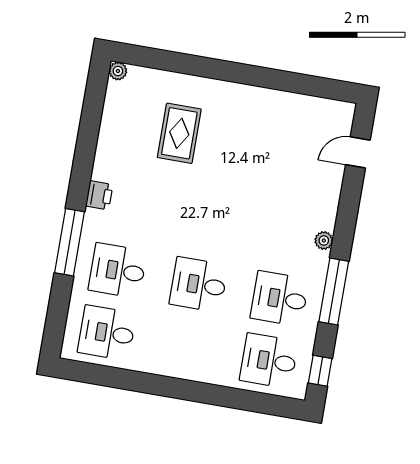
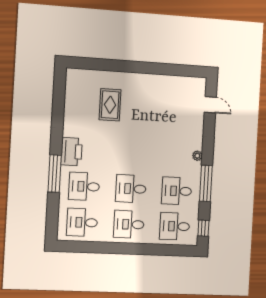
plant: (118, 71) -> (71, 73), removed
door: (358, 152) -> (210, 105), swing flipped
printer: (99, 195) -> (72, 152), width x1.87, depth x1.48
desk: (188, 347) -> (129, 224), added

